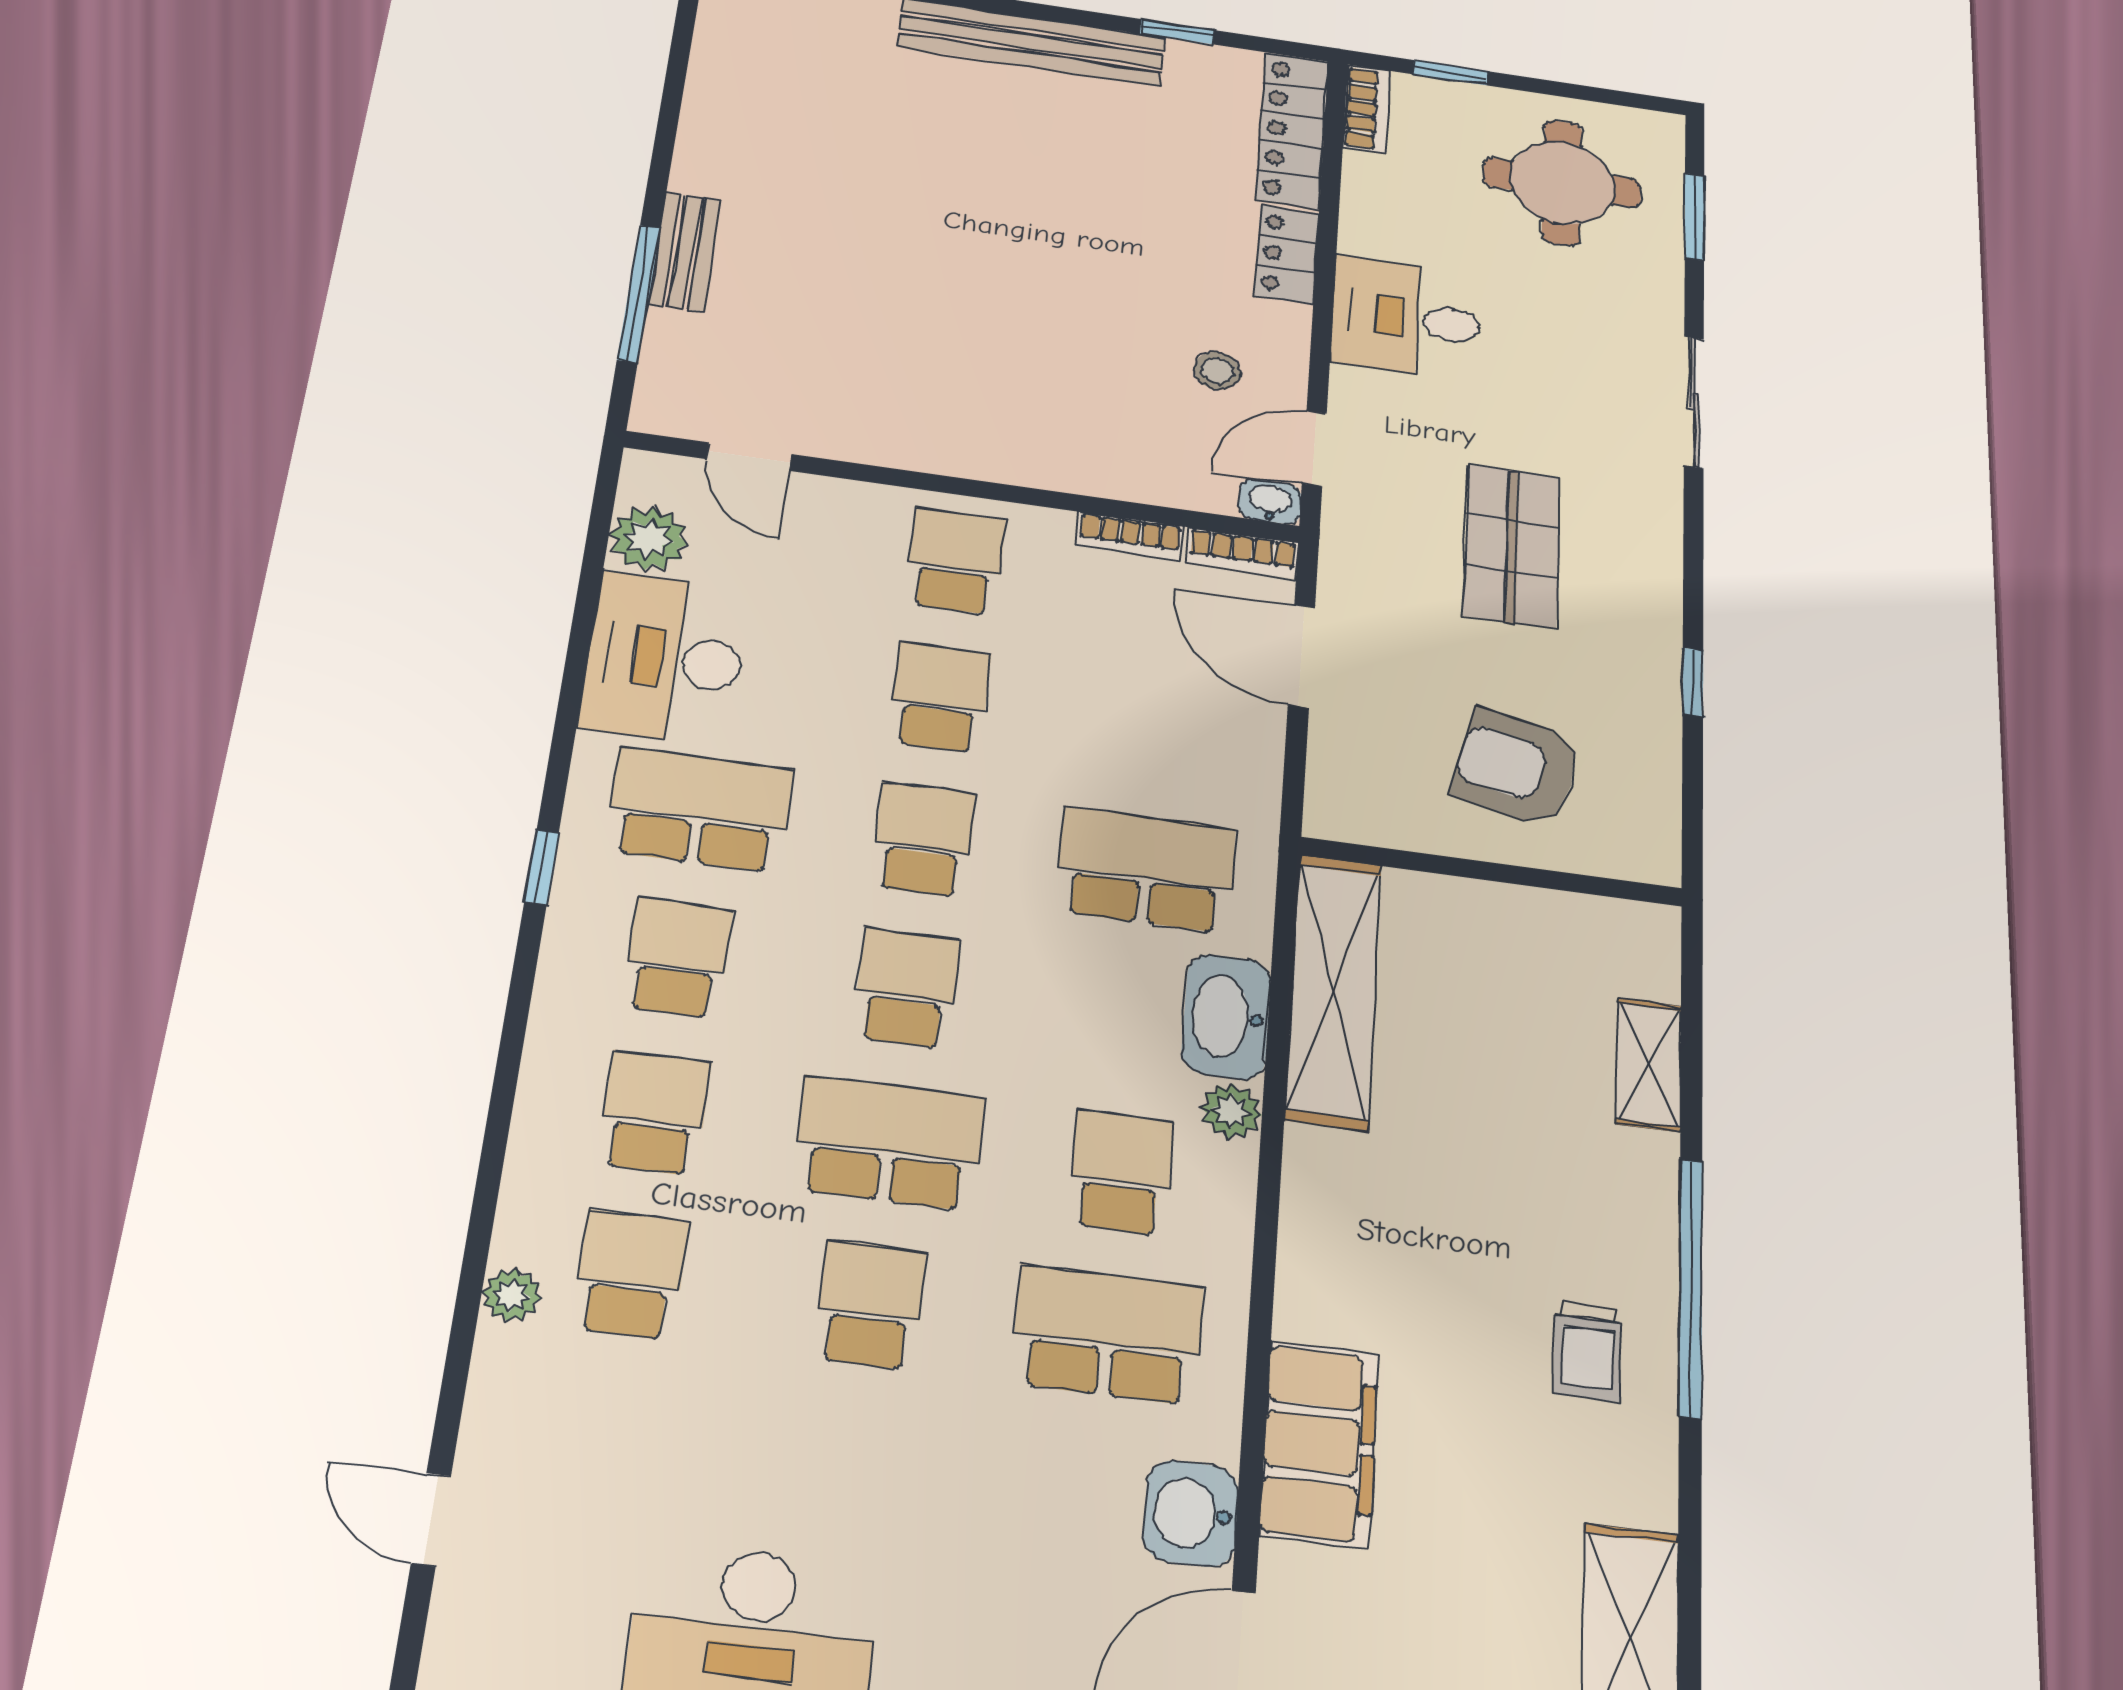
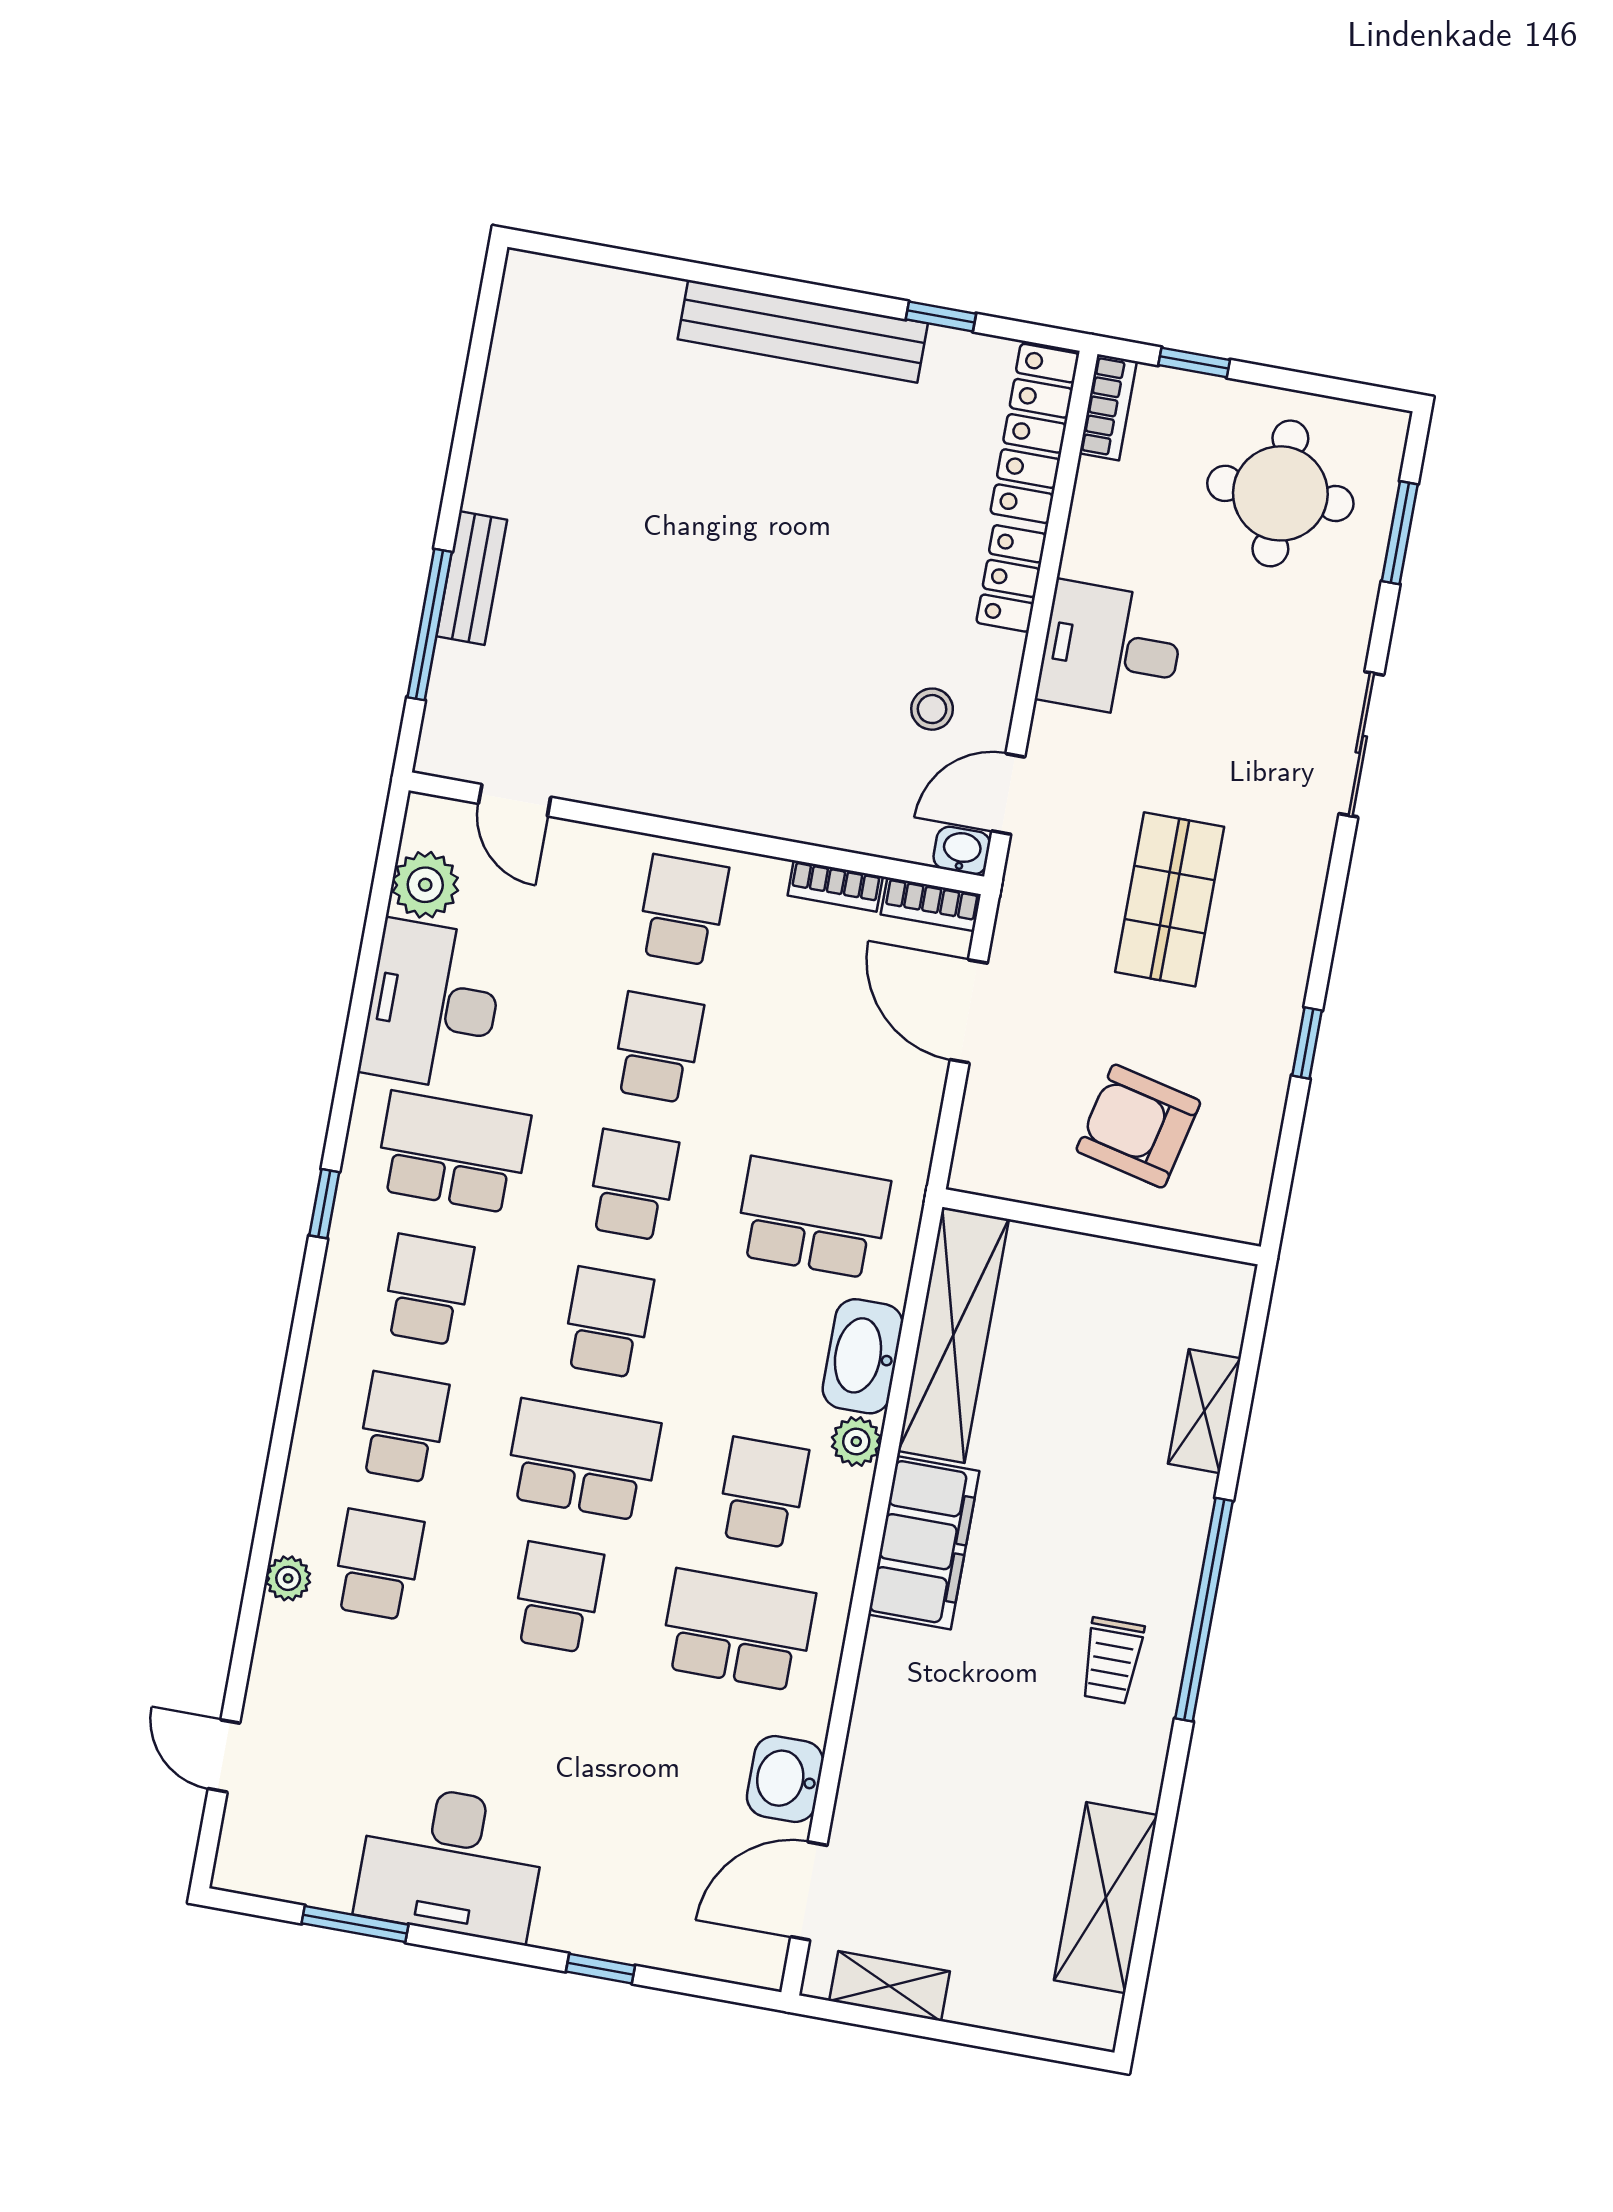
filing cabinet: (1319, 1444) -> (924, 1543), moved

